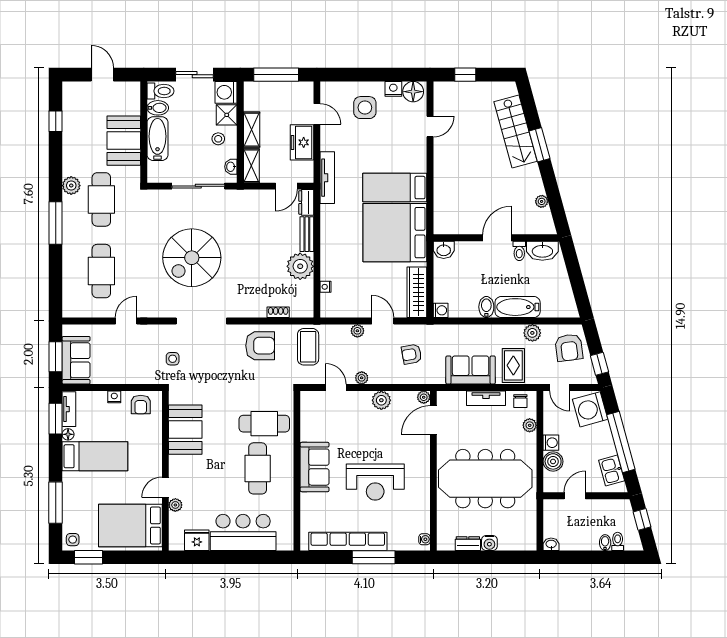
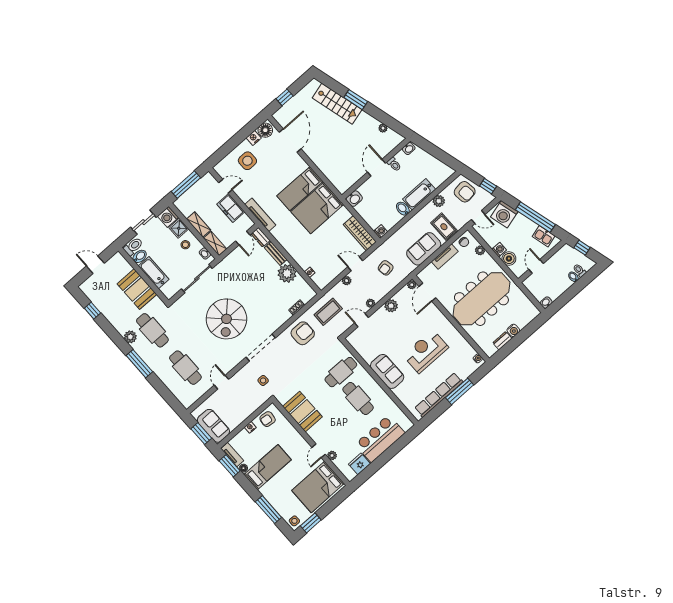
door: (430, 126) -> (290, 141), width x1.88
bed: (395, 233) -> (317, 208), width x0.73
washbasin: (542, 251) -> (409, 148), width x0.52, depth x0.69
coffee table: (308, 347) -> (328, 312), turned 90
armchair: (141, 405) -> (268, 419), turned 97
reception desk: (375, 482) -> (426, 351), turned 180

